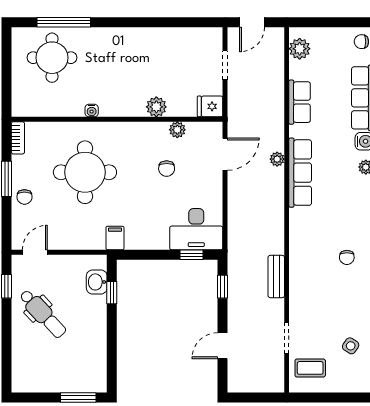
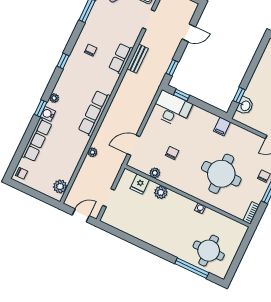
row of seats: (300, 102) -> (121, 58), moved
fridge: (210, 106) -> (140, 184), moved, turned 90
plant: (277, 159) -> (93, 152), moved

